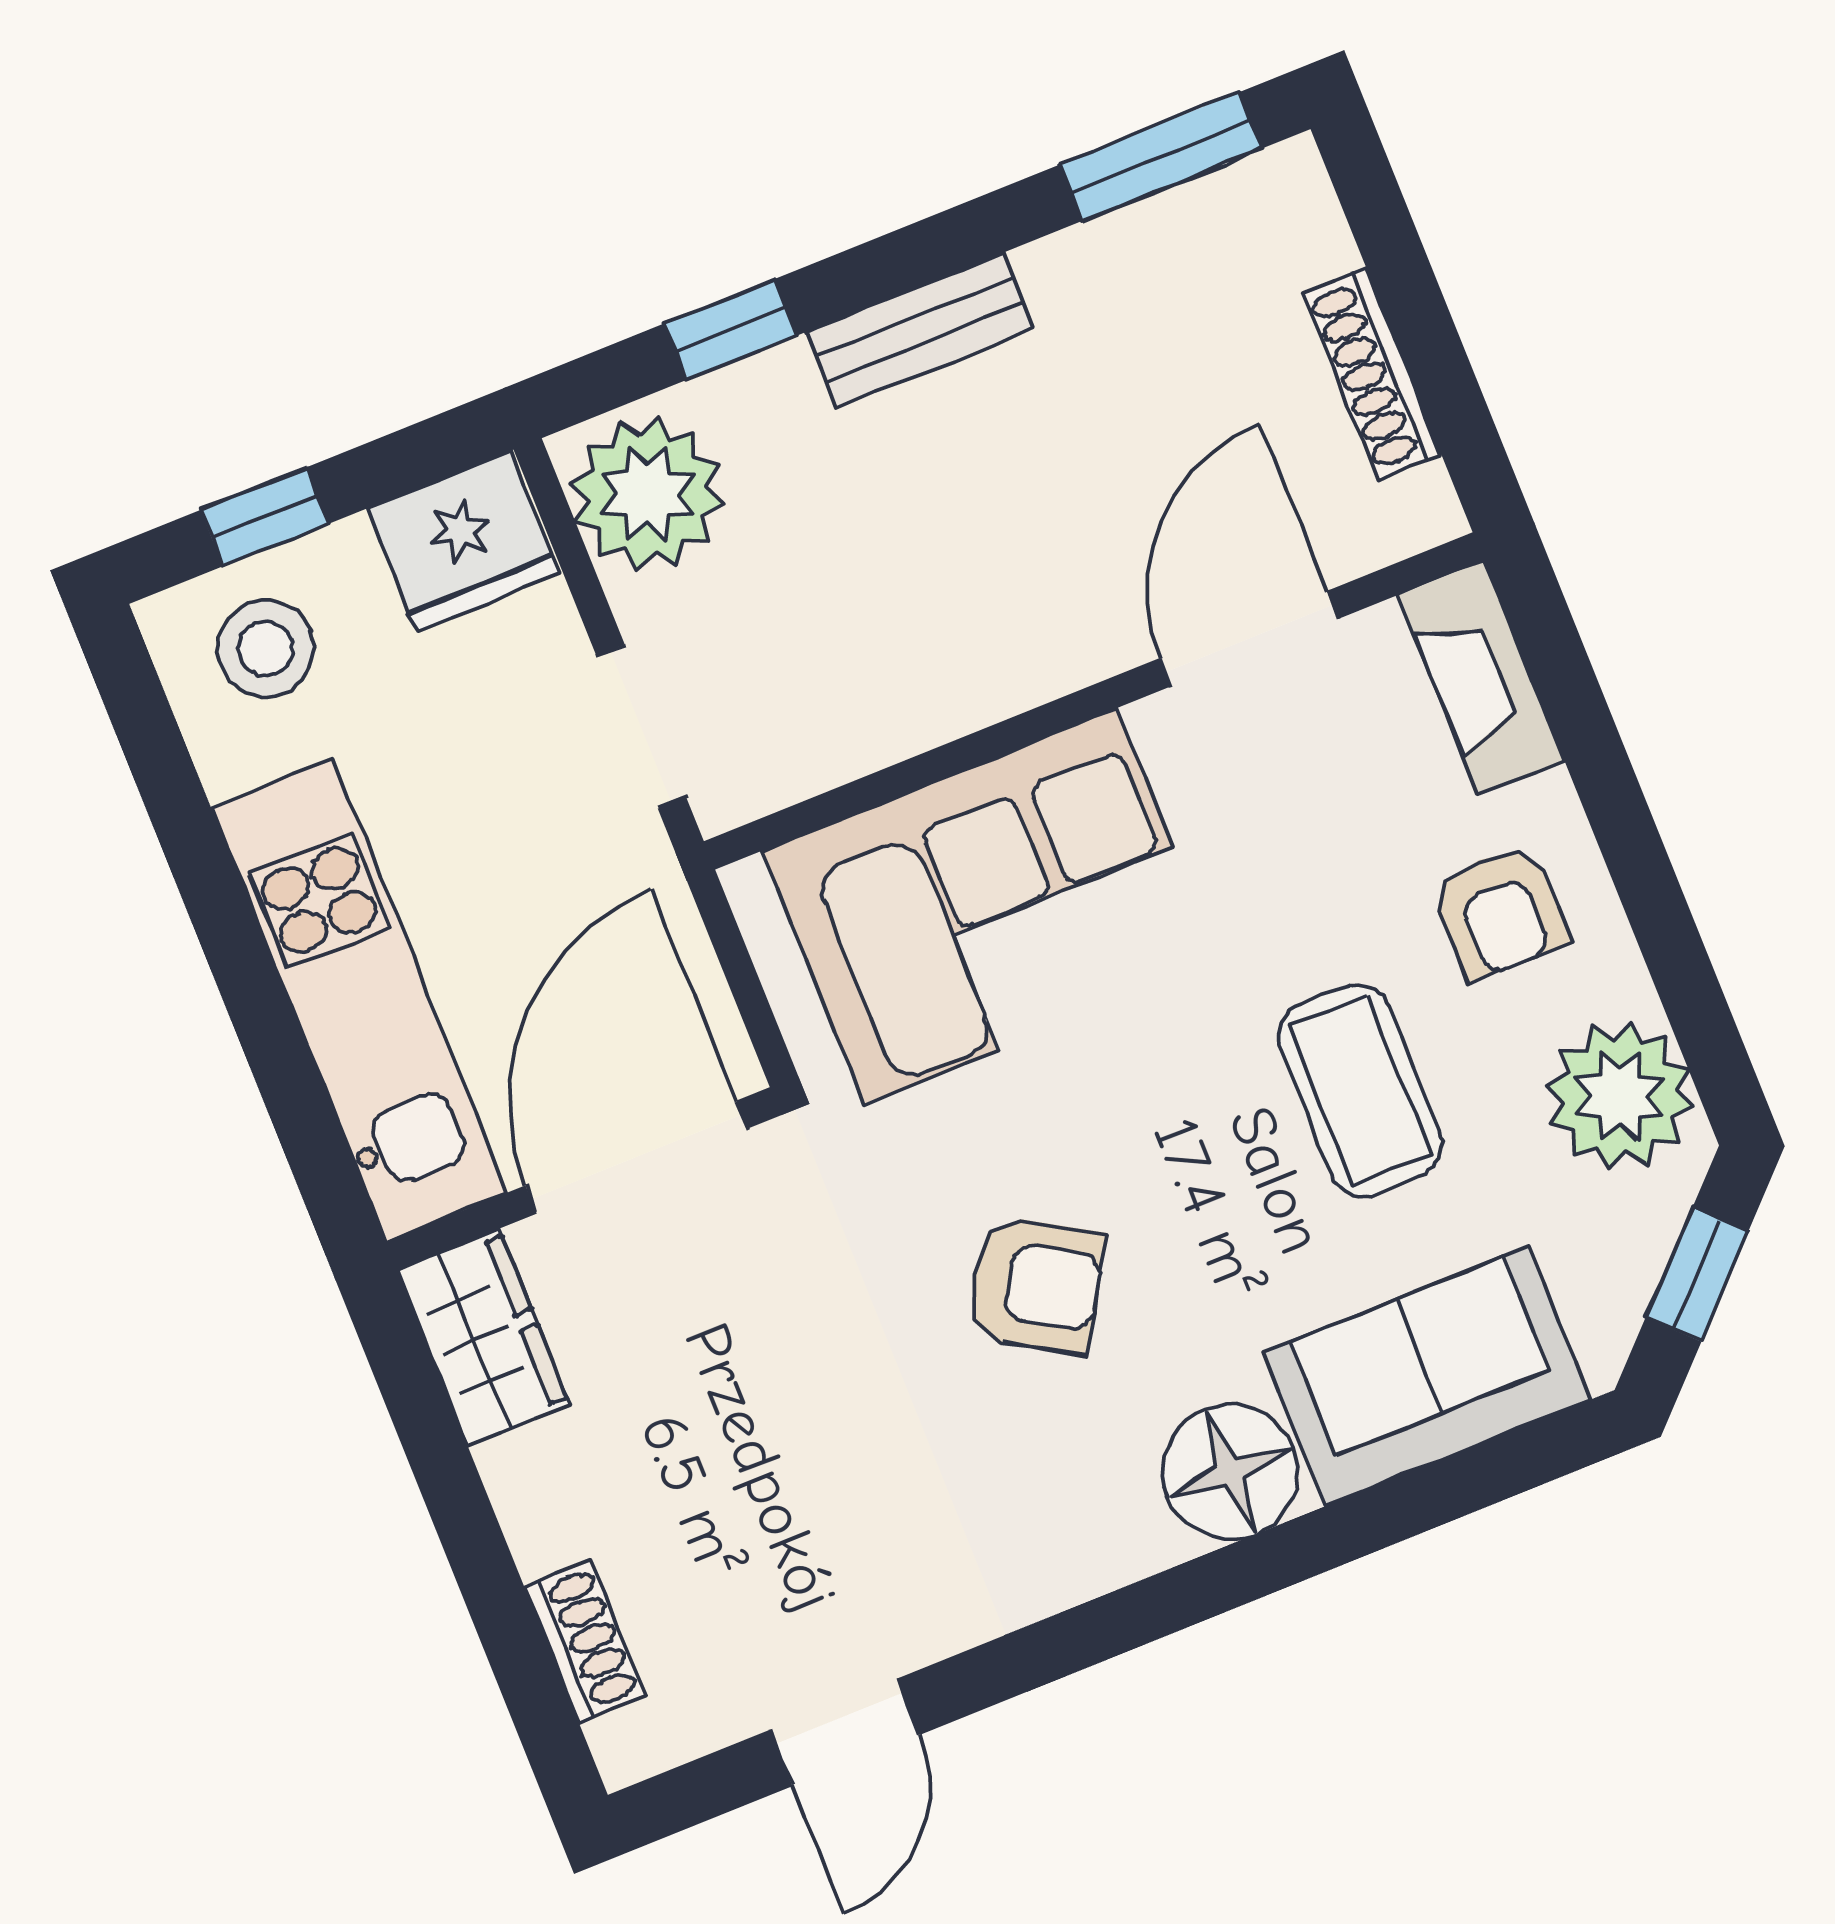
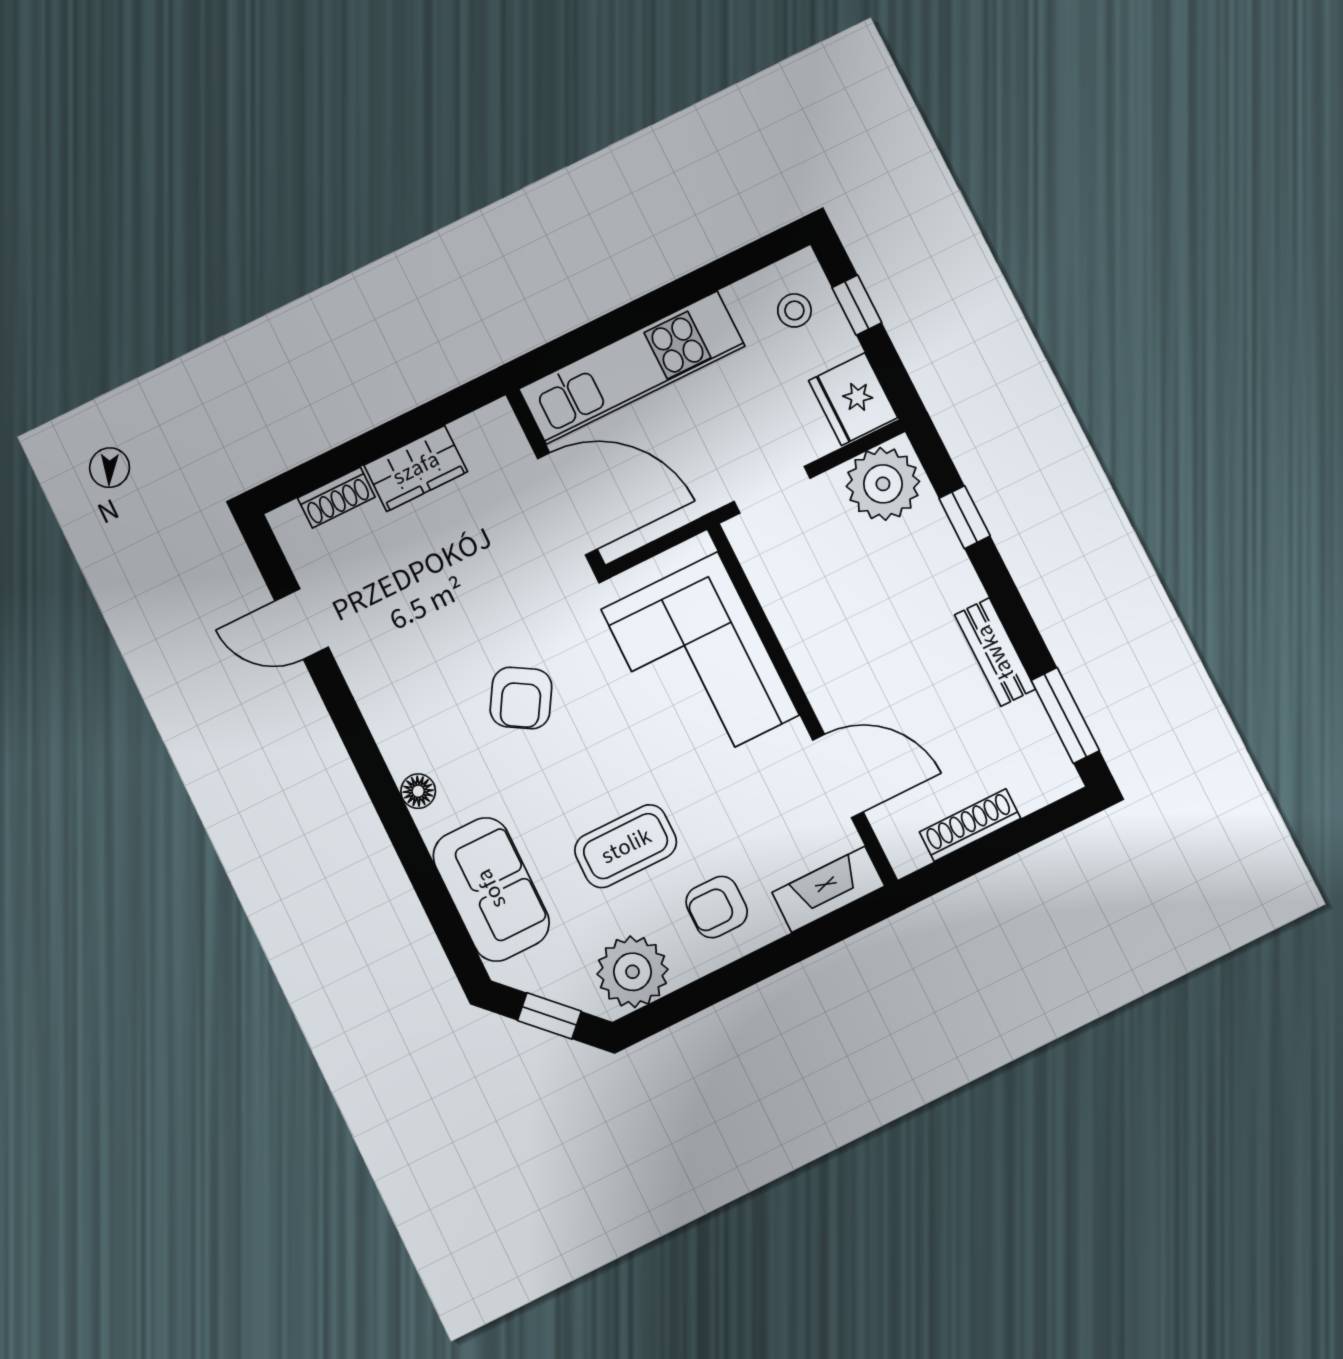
bench: (920, 330) -> (995, 652), moved
stool: (266, 649) -> (794, 310), width x0.73, depth x0.73
wardrobe: (483, 1337) -> (416, 468), moved
floor lamp: (1230, 1472) -> (418, 791), width x0.53, depth x0.53

